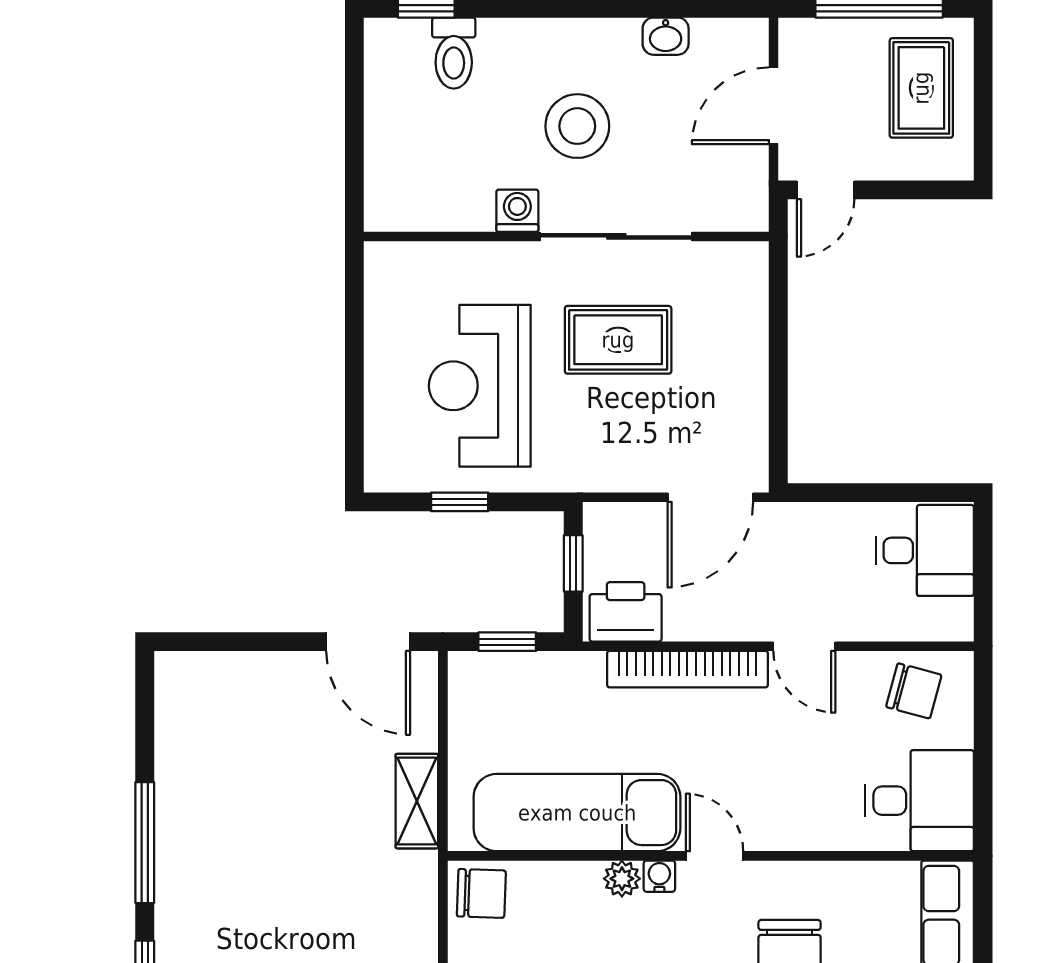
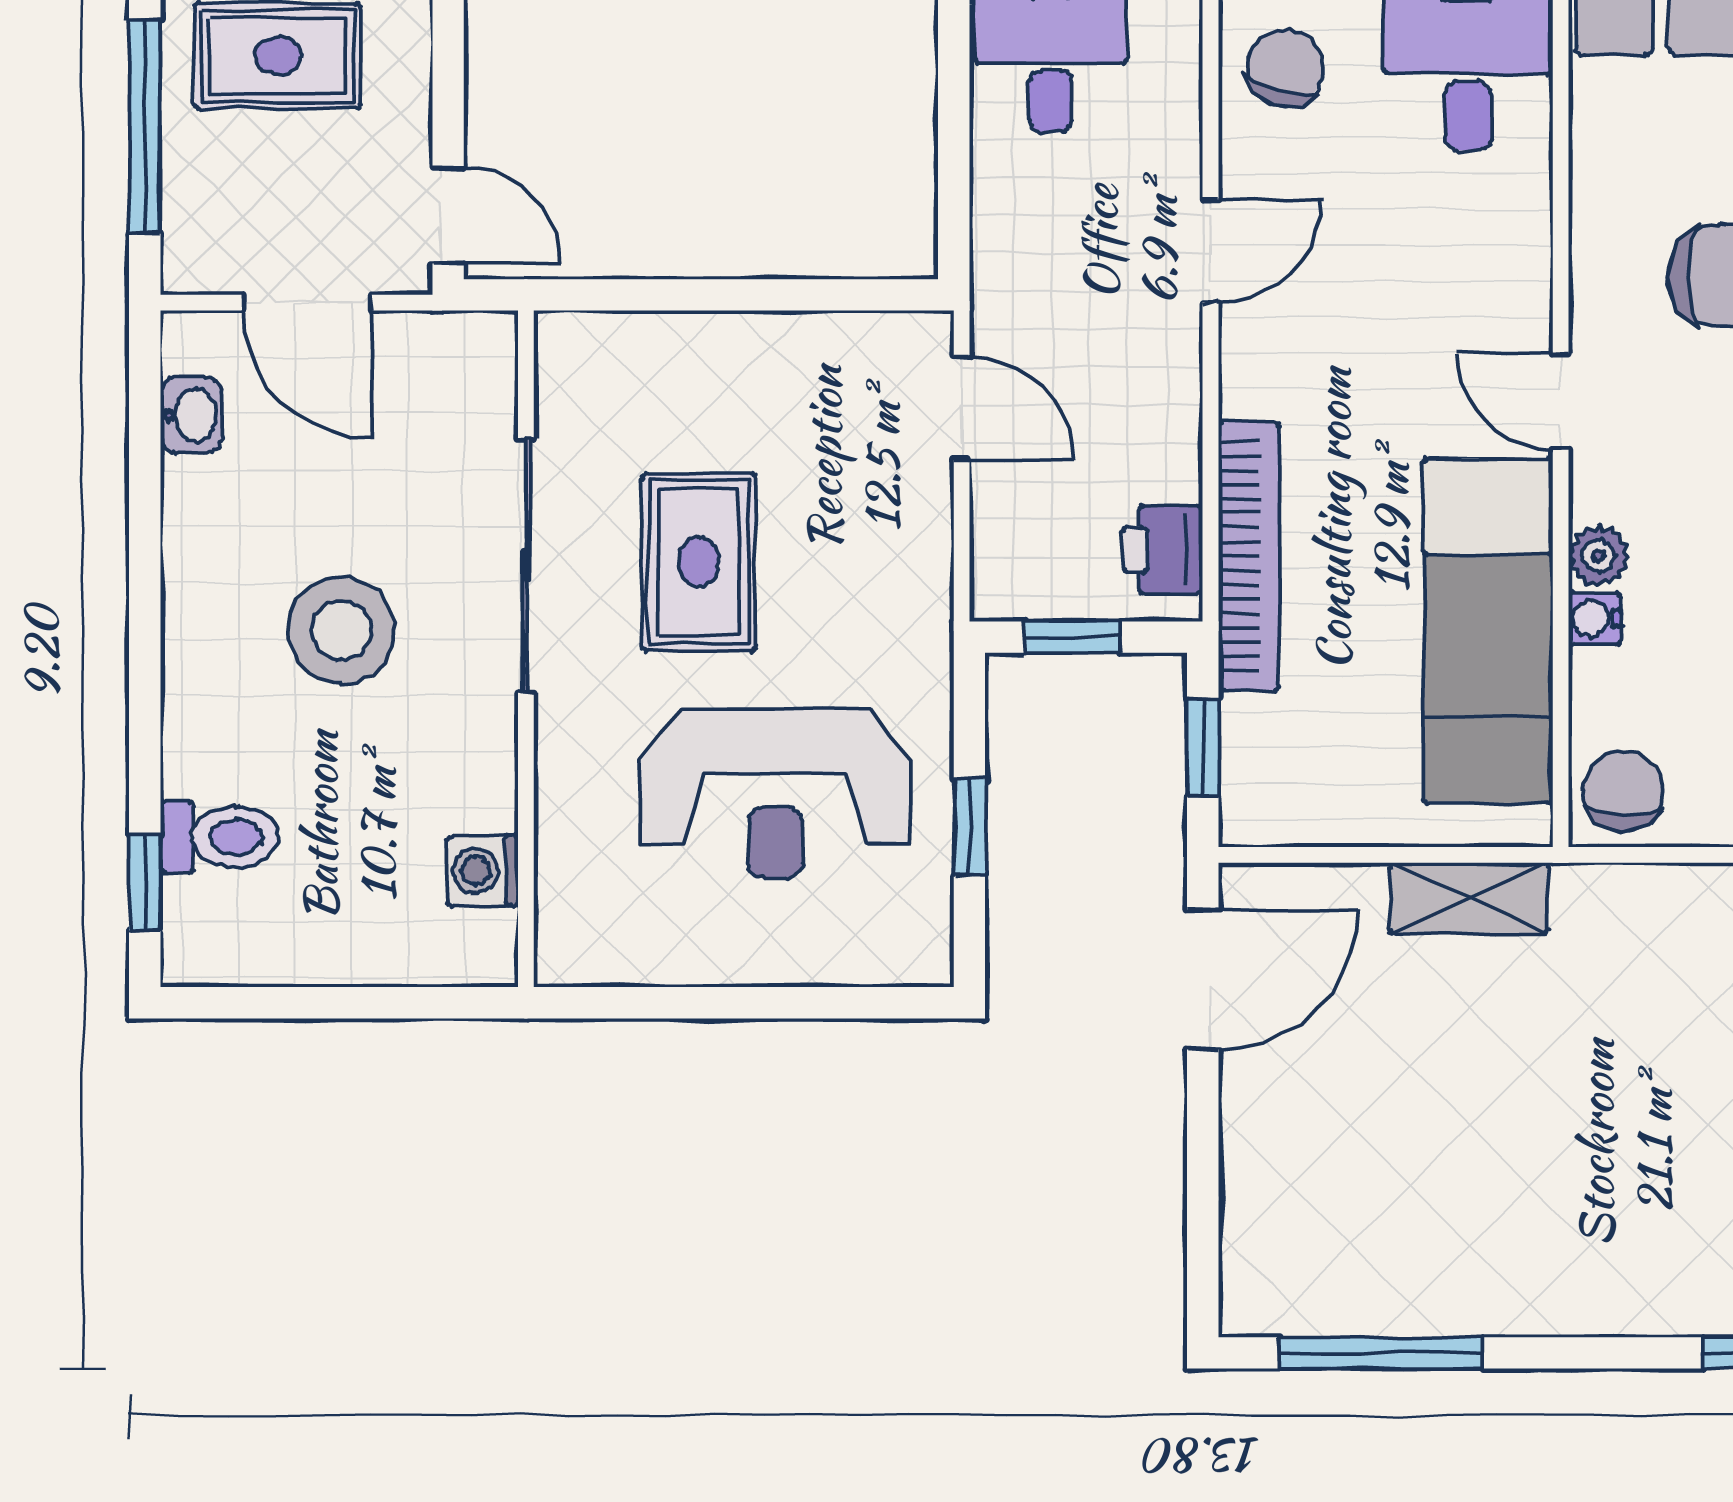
washbasin: (666, 36) -> (191, 415), moved
washing machine: (517, 211) -> (483, 871), moved
door: (710, 497) -> (962, 408), width x0.73
printer: (626, 612) -> (1163, 550), width x0.73, depth x0.81
bookcase: (687, 669) -> (1249, 556), moved
window: (145, 843) -> (1381, 1353), moved
door: (714, 856) -> (1561, 401), hinge flipped
water cooler: (659, 876) -> (1595, 618), moved

